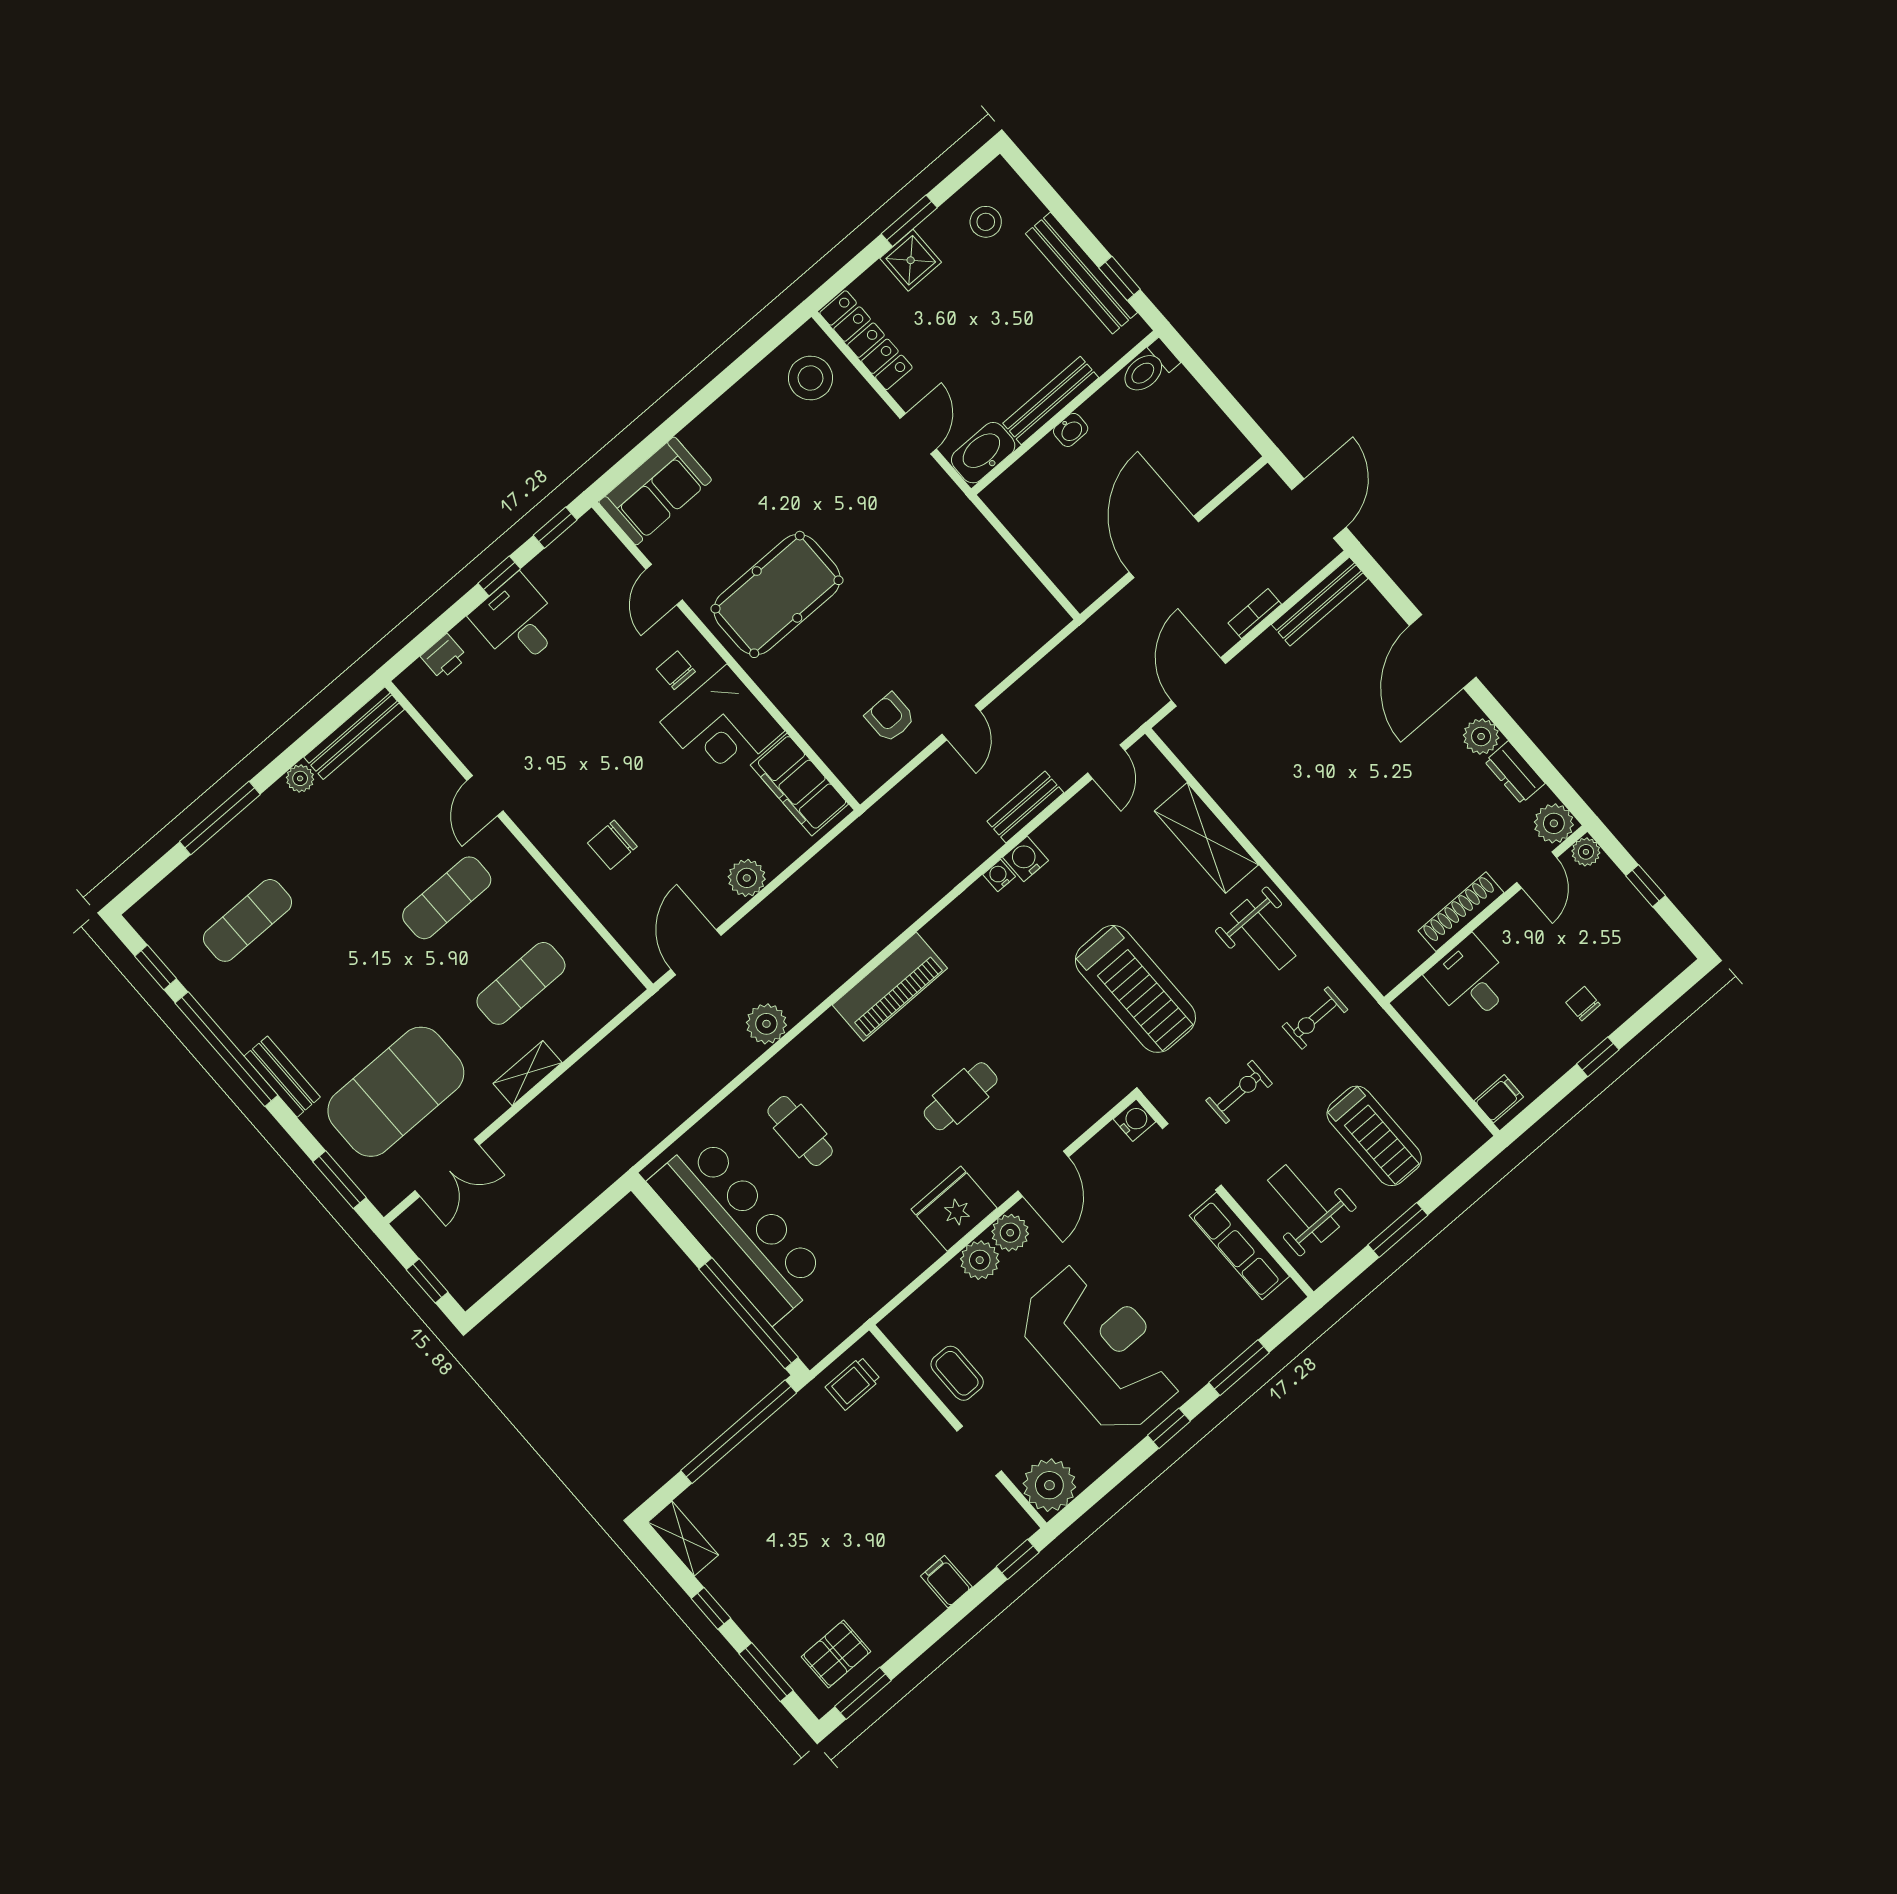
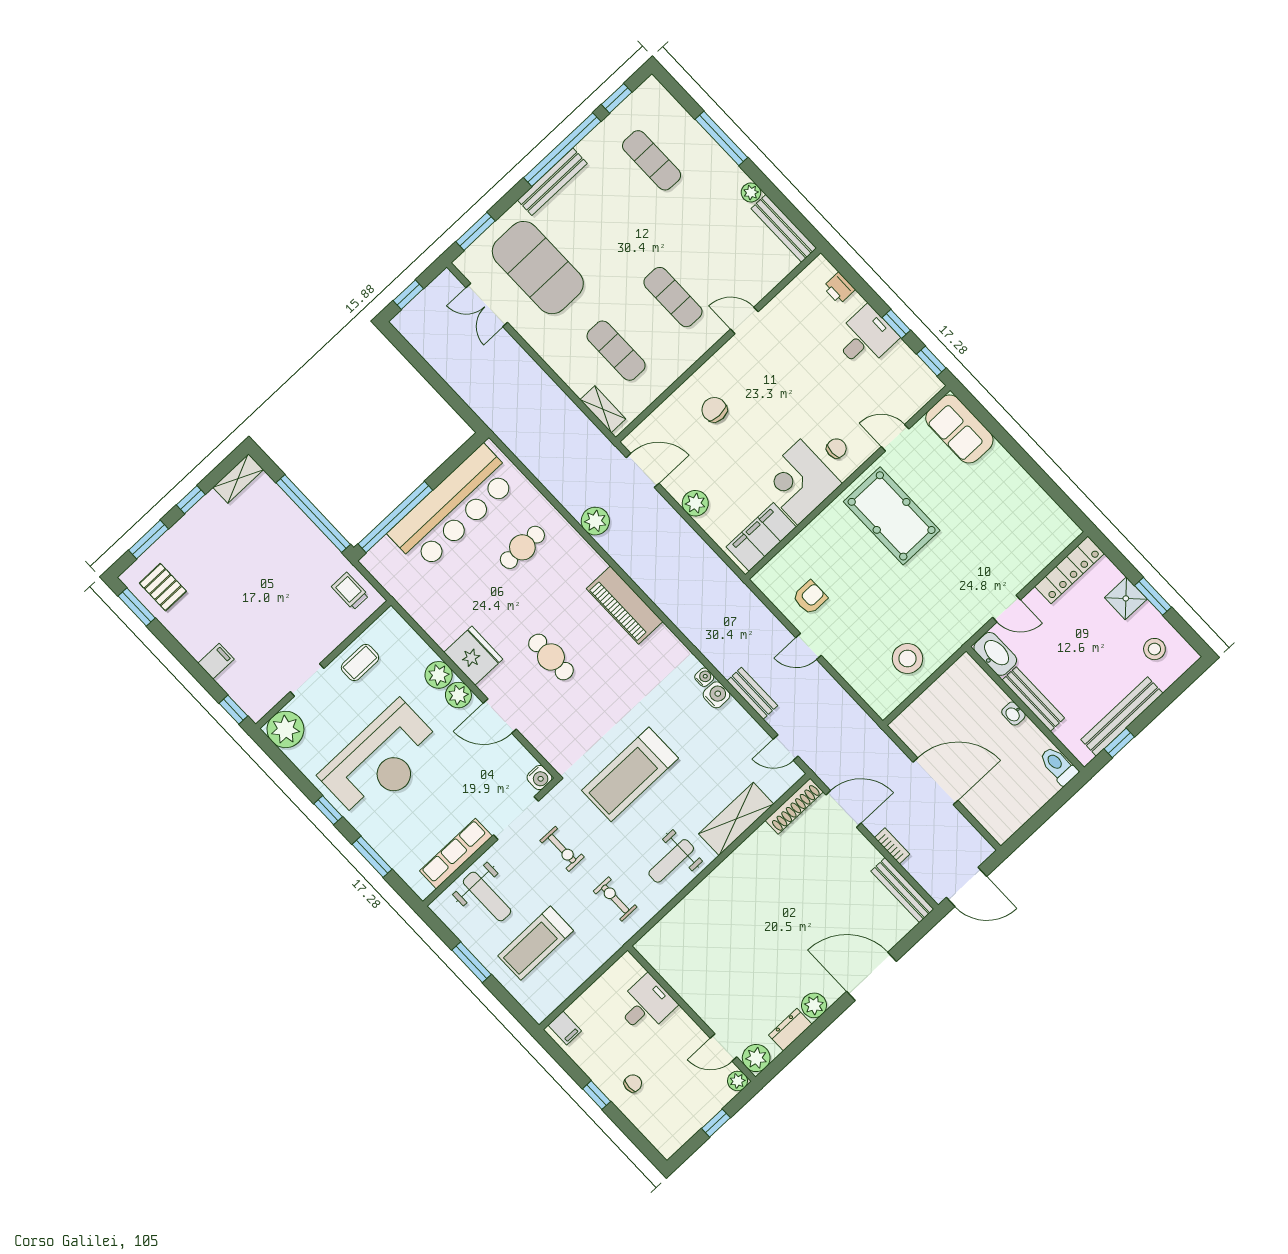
stool: (810, 378) -> (907, 659), moved
shoe rack: (1461, 912) -> (794, 806), moved, turned 90
shelving: (527, 1073) -> (603, 409), moved
bench: (282, 1077) -> (552, 182), width x1.36
weight bench: (1304, 1203) -> (487, 896), turned 90

